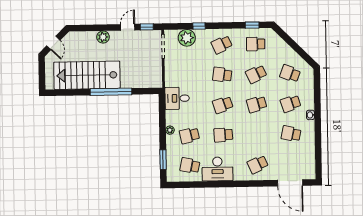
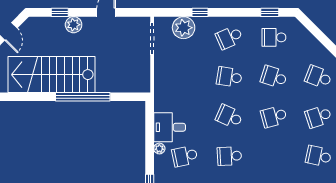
window: (147, 27) -> (60, 12), moved
school desk: (256, 74) -> (274, 77), turned 42
desk: (177, 98) -> (170, 127), moved
school desk: (223, 105) -> (229, 117), turned 42

